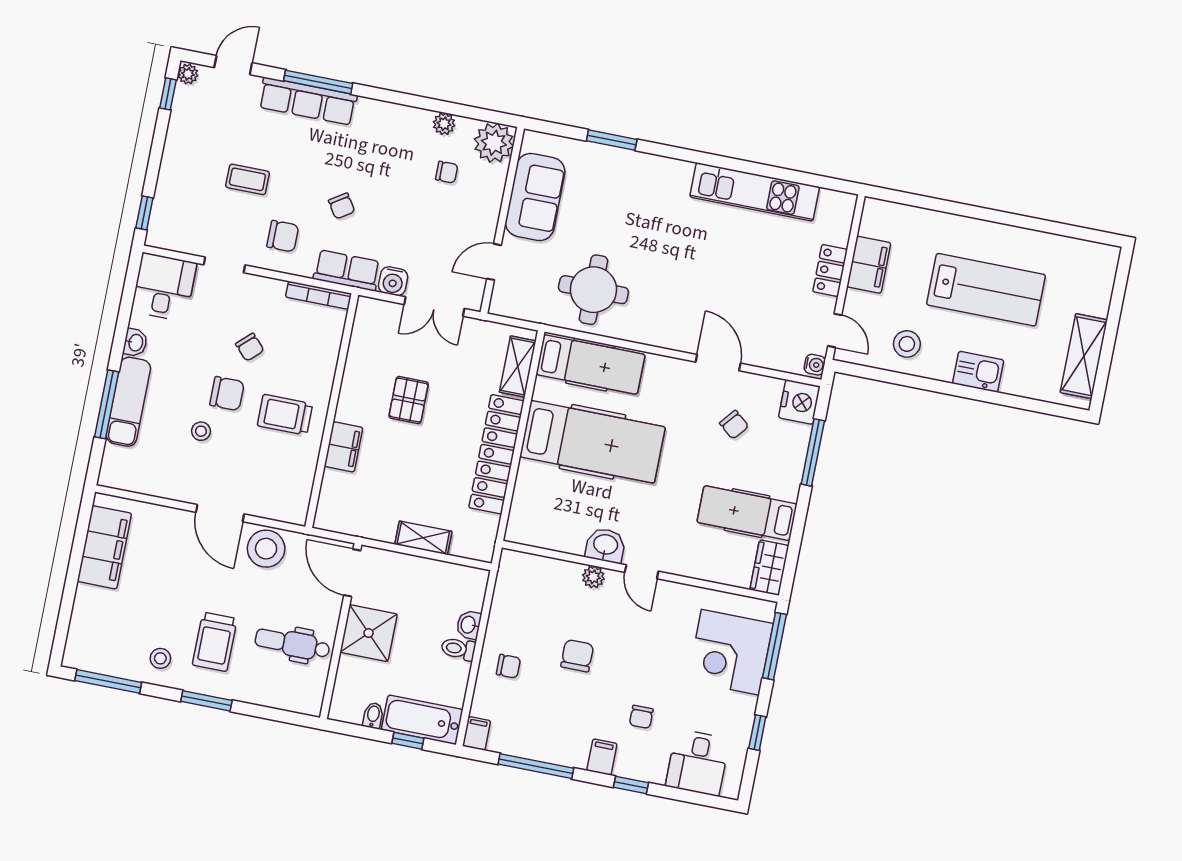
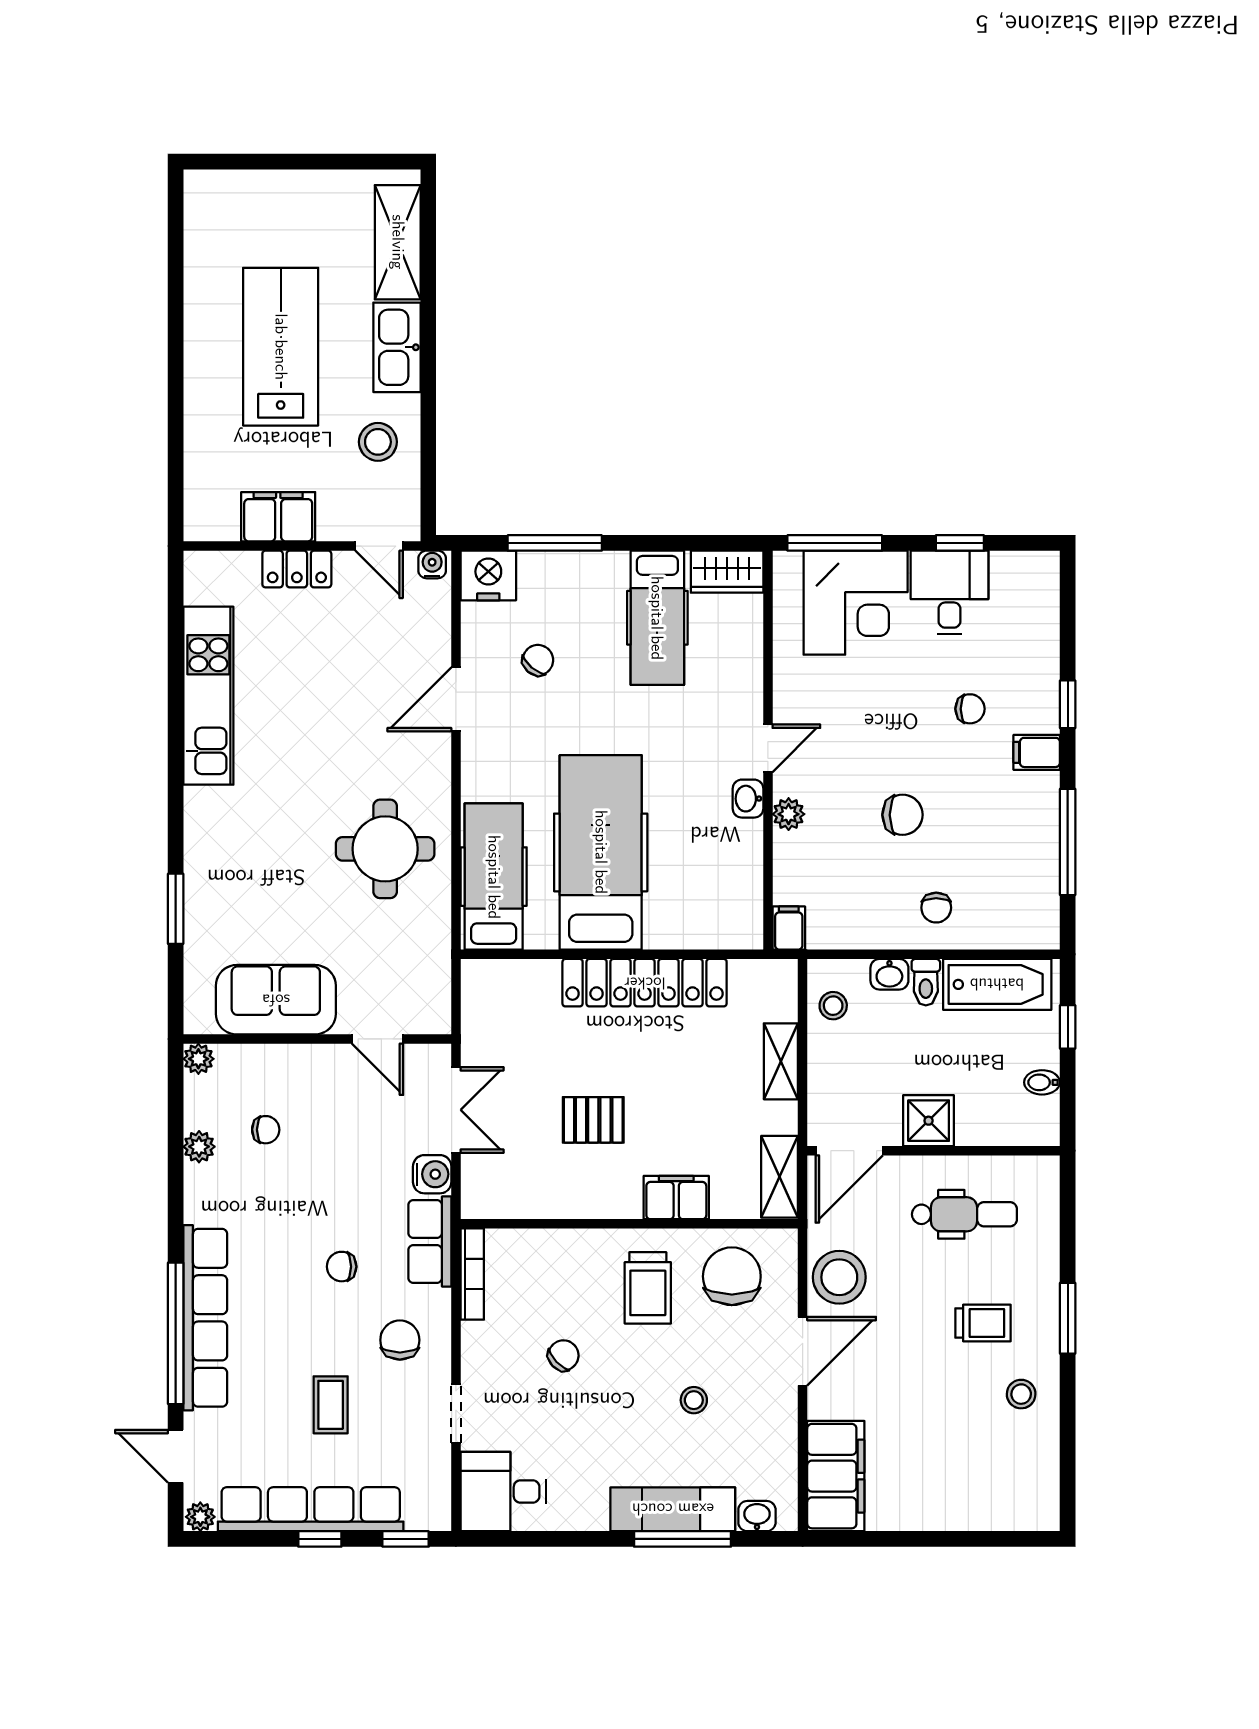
window: (318, 82) -> (176, 1333), width x1.46
window: (168, 94) -> (320, 1539), moved
row of seats: (308, 101) -> (205, 1318), width x1.36
plant: (494, 143) -> (198, 1059), width x0.53, depth x0.53
row of seats: (178, 151) -> (311, 1509), added
chair: (447, 172) -> (266, 1130), turned 90
chair: (342, 206) -> (342, 1267), turned -147
round table: (593, 290) -> (385, 849), moved
door: (835, 331) -> (379, 546), swing flipped
washbasin: (135, 343) -> (757, 1516), moved
shelving: (1084, 356) -> (398, 242), moved, turned 90
shelving: (518, 367) -> (780, 1177), moved, turned 90
kitchen sink: (978, 372) -> (397, 347), width x1.38
chair: (227, 394) -> (732, 1276), moved, width x1.37, depth x1.37
washbasin: (605, 545) -> (748, 799), width x0.72, depth x0.69
filing cabinet: (104, 547) -> (836, 1476), moved, turned 90
stool: (455, 582) -> (833, 1006), added
shower: (369, 633) -> (929, 1121), width x0.73, depth x0.73
trolley: (215, 642) -> (983, 1323), width x0.73, depth x0.72
dental chair: (292, 644) -> (964, 1214), turned -90
chair: (577, 656) -> (903, 815), turned 180
chair: (508, 666) -> (936, 908), turned 180
window: (108, 681) -> (1068, 1460), removed
bathtub: (422, 720) -> (997, 984), moved, turned -90
filing cabinet: (477, 733) -> (789, 928), moved, turned 90
desk: (698, 763) -> (949, 592), moved, turned -90

